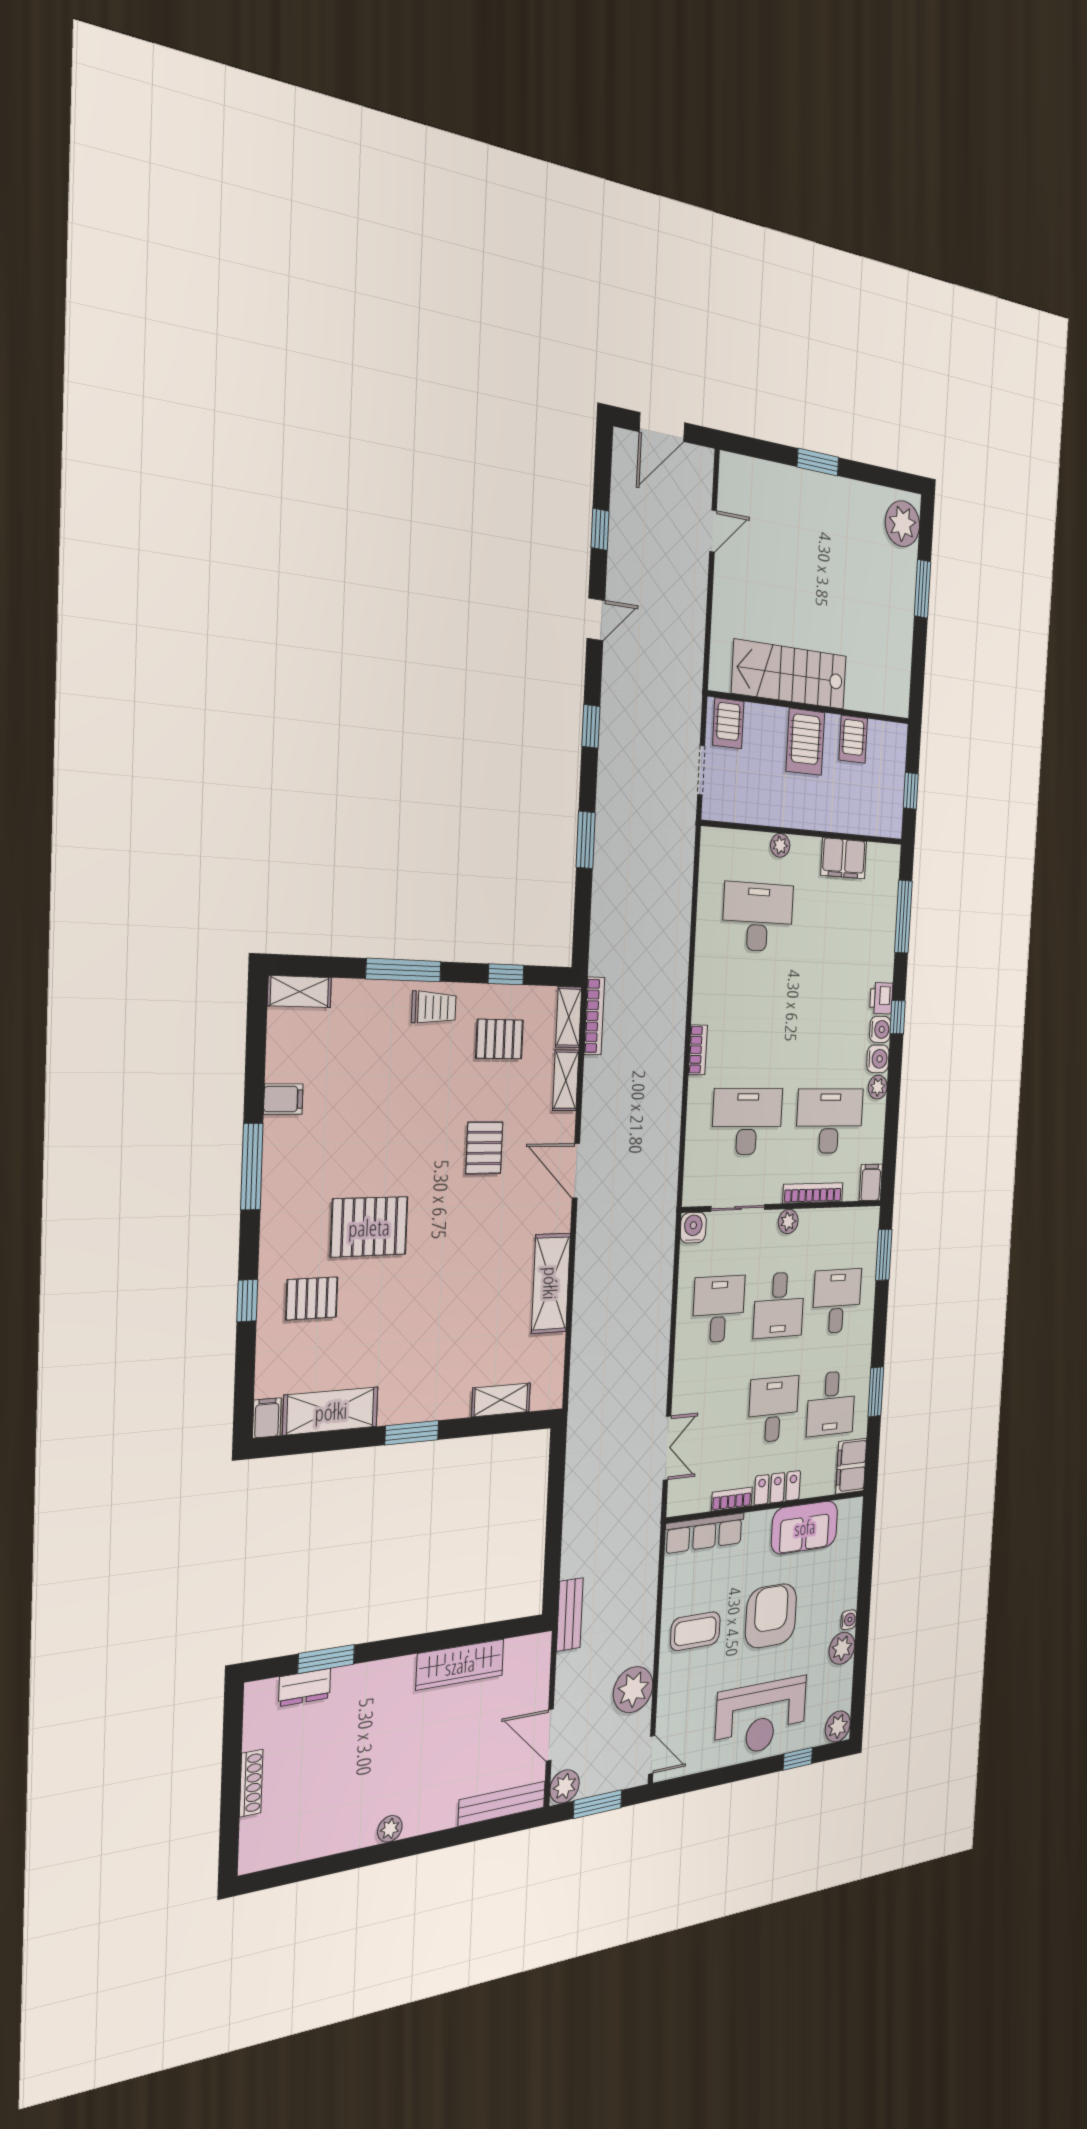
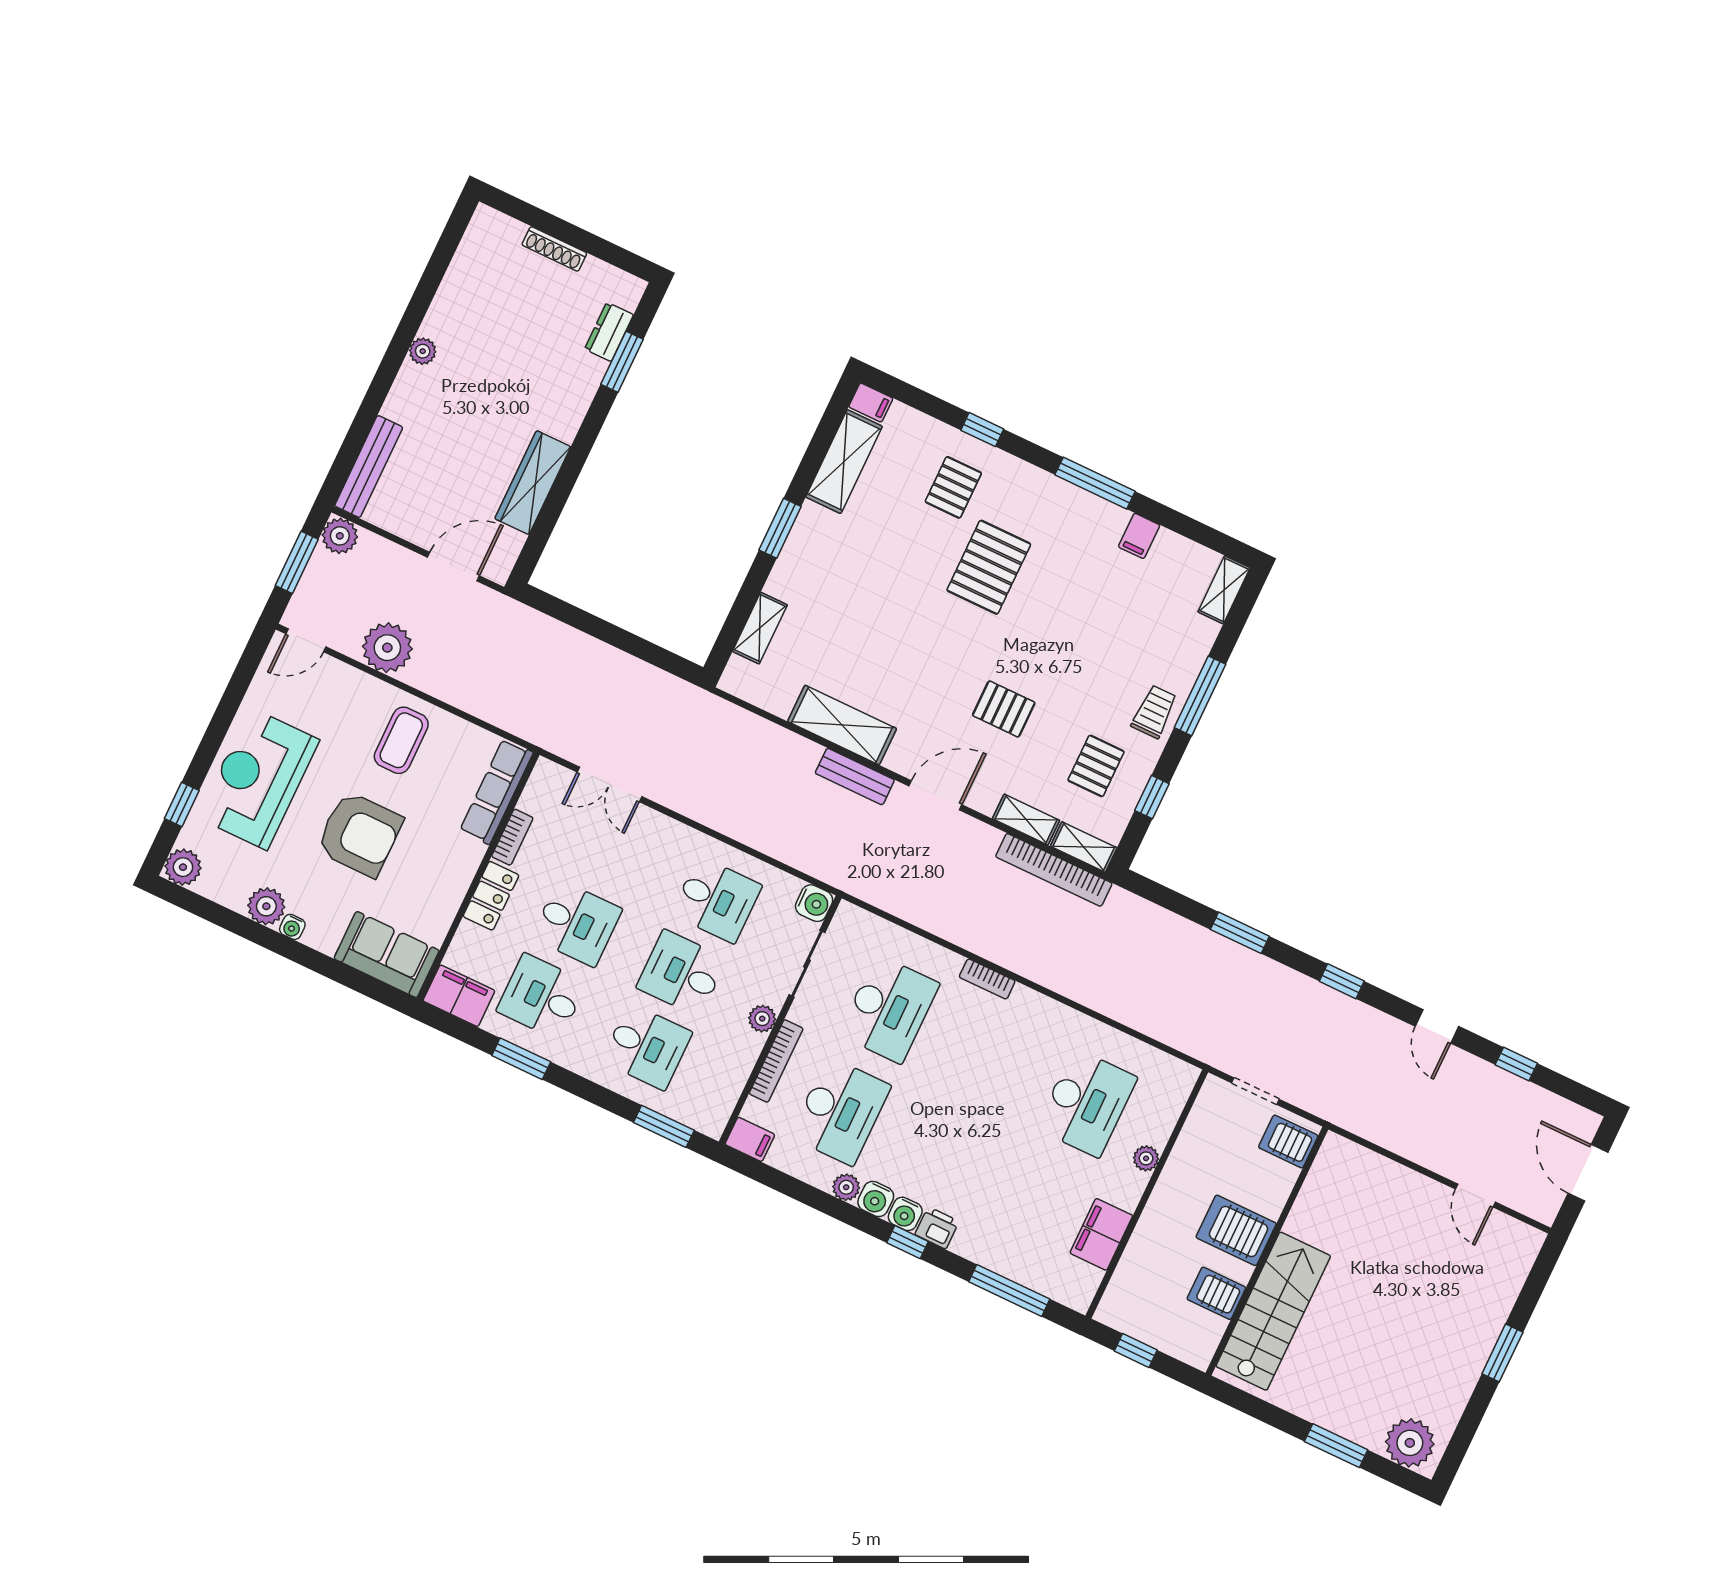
stairs: (790, 674) -> (1273, 1311), moved
trolley: (434, 1007) -> (1154, 712), turned 180
bookcase: (594, 1016) -> (1054, 870), width x1.48, depth x1.31
sofa: (805, 1527) -> (387, 955), moved, turned 90
bench: (570, 1615) -> (855, 777), moved
door: (550, 1735) -> (453, 567), moved

